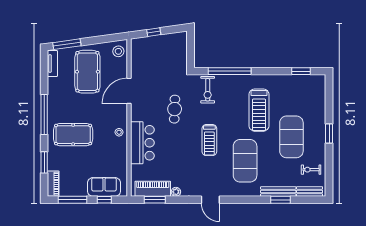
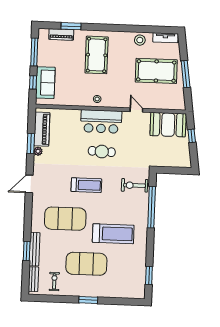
window: (67, 44) -> (186, 74), moved
stool: (118, 51) -> (140, 40), moved
booth: (143, 57) -> (168, 125), added
door: (129, 91) -> (136, 110), width x0.53
cafe table: (175, 109) -> (102, 152), moved
treadmill: (259, 110) -> (113, 234), turned 180
window: (44, 114) -> (117, 28), removed
treadmill: (209, 140) -> (86, 185), turned 180
bar counter: (142, 143) -> (101, 121), moved
piano: (53, 184) -> (61, 34), moved
window: (155, 200) -> (31, 143), moved

